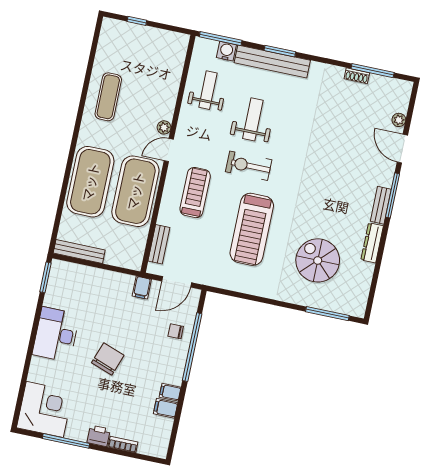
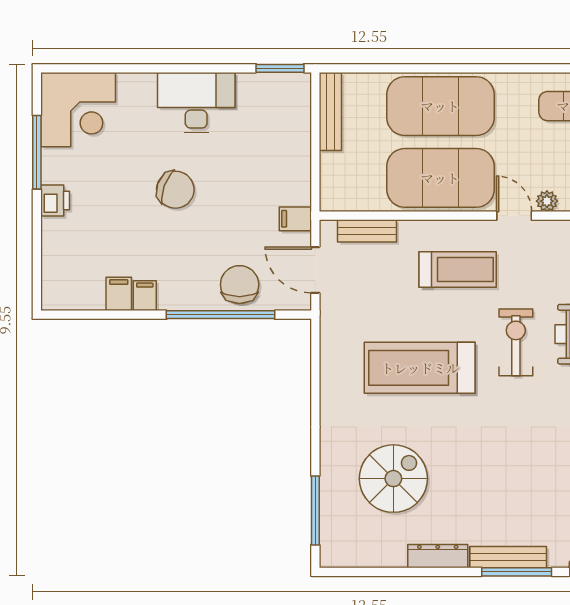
bench: (381, 205) -> (508, 557), width x1.36
chair: (176, 331) -> (240, 285), width x1.87, depth x1.87
bookcase: (123, 444) -> (50, 240), removed

